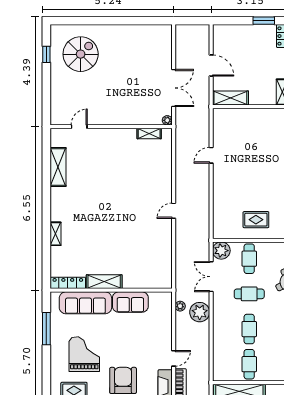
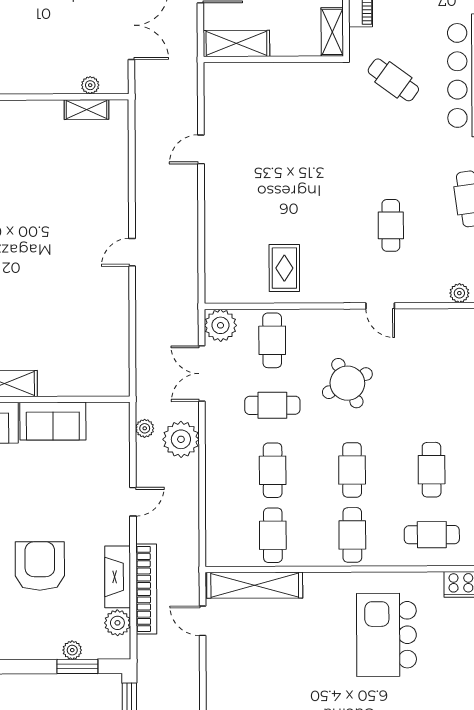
plant: (167, 120) -> (90, 85), moved
rug: (256, 220) -> (284, 268), turned 90
door: (174, 358) -> (133, 502), moved

